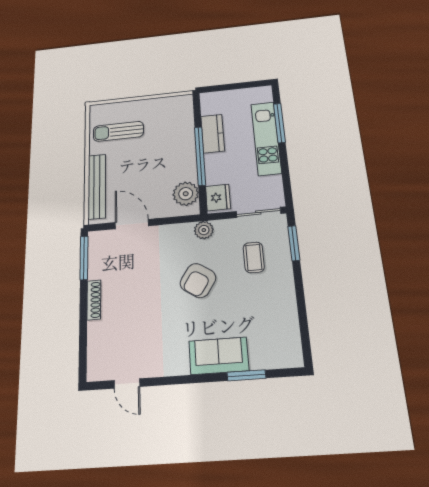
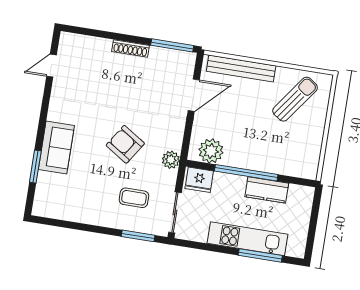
sun lounger: (118, 131) -> (295, 99), turned 36

